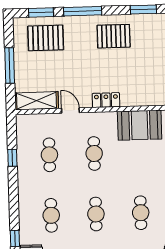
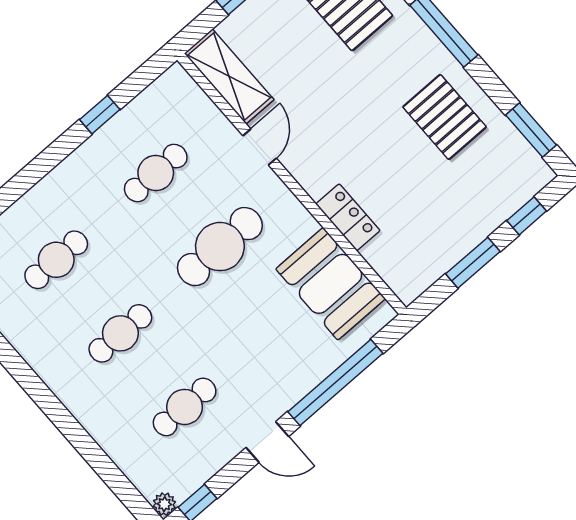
locker: (106, 100) -> (348, 217), moved
cafe table: (94, 154) -> (220, 247), width x1.37, depth x1.35

